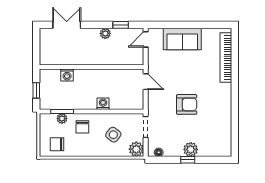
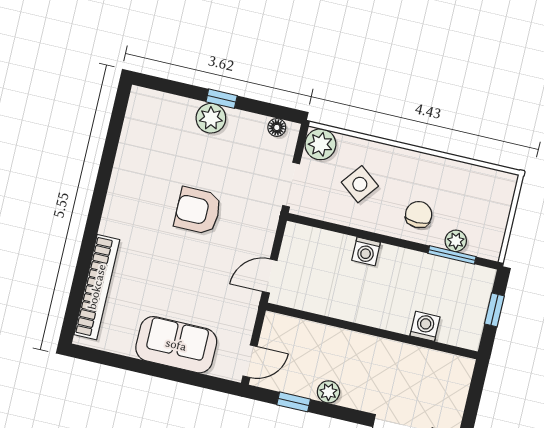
door: (146, 82) -> (270, 276), hinge flipped
chair: (57, 144) -> (478, 191), removed

